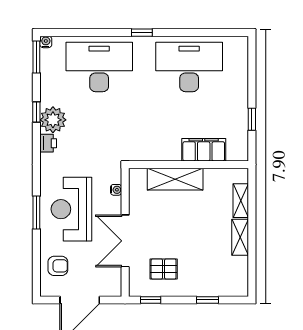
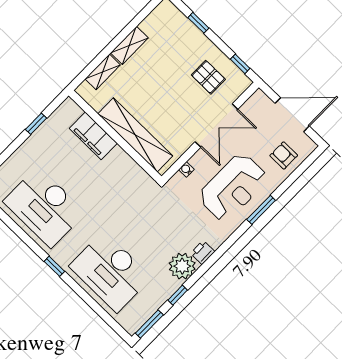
water cooler: (46, 42) -> (132, 328), removed
window: (36, 112) -> (178, 295), moved
shelving: (175, 179) -> (135, 135), width x1.47

